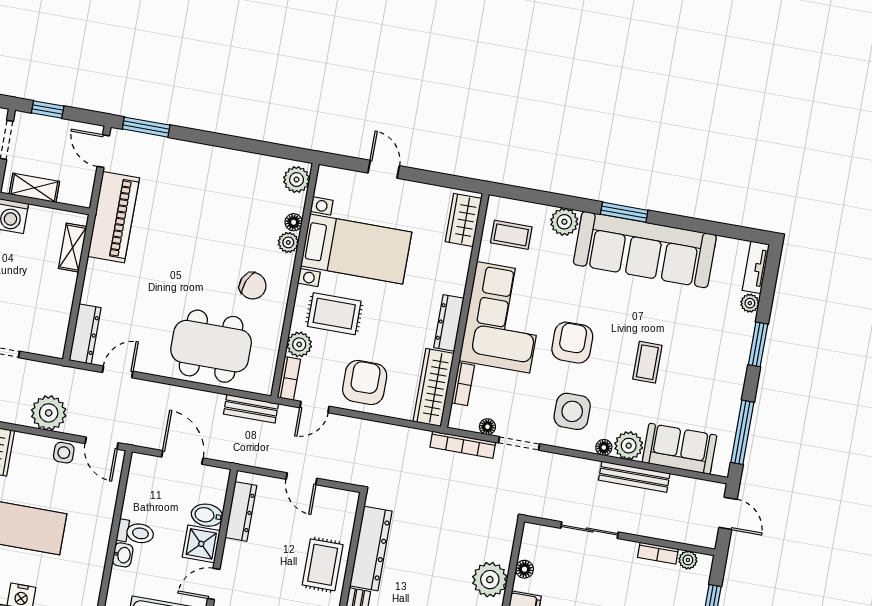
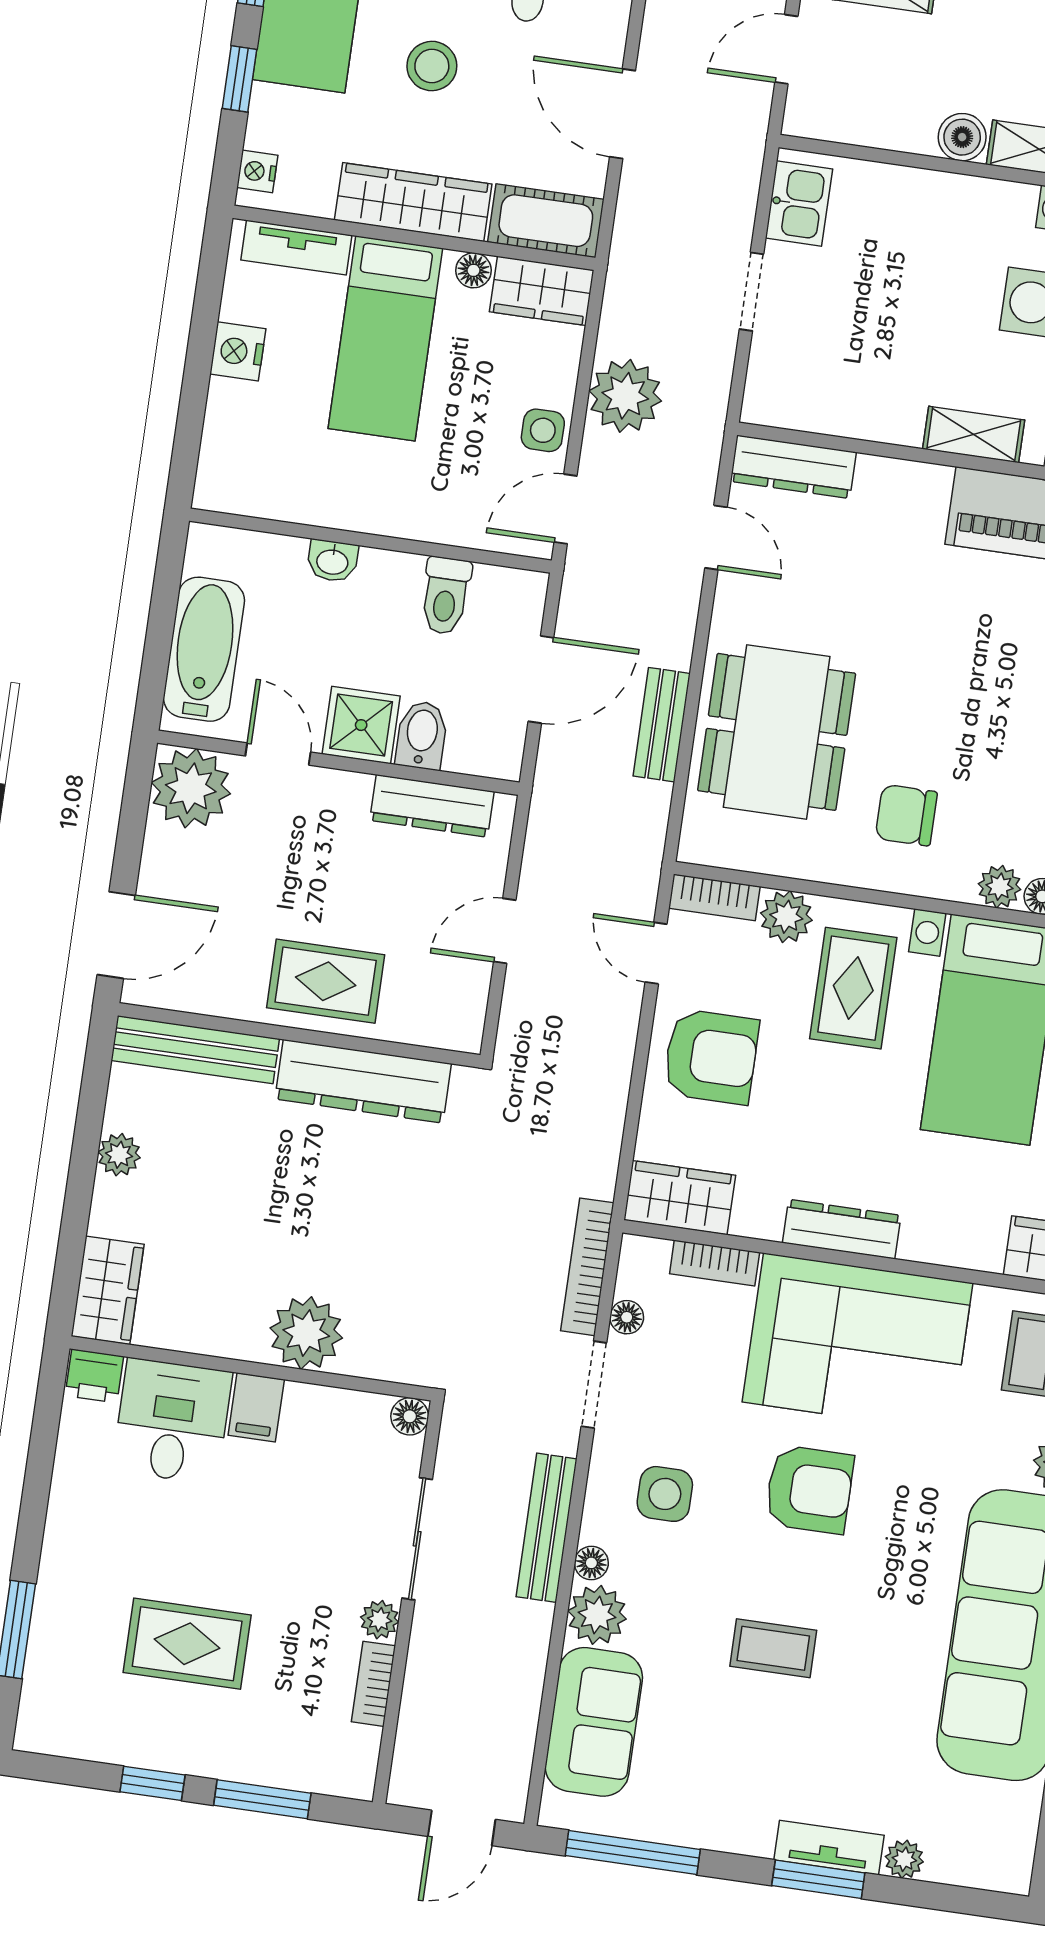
tv unit: (756, 267) -> (829, 1848), moved
chair: (253, 286) -> (906, 815), turned 68
wardrobe: (433, 387) -> (680, 1198), width x0.67
bench: (251, 409) -> (662, 725), moved
side table: (572, 411) -> (665, 1494), width x0.73, depth x0.73
bench: (634, 477) -> (547, 1528), moved
toilet: (135, 533) -> (446, 596), moved
plant: (688, 560) -> (380, 1620), moved
floor lamp: (524, 569) -> (410, 1416), moved

